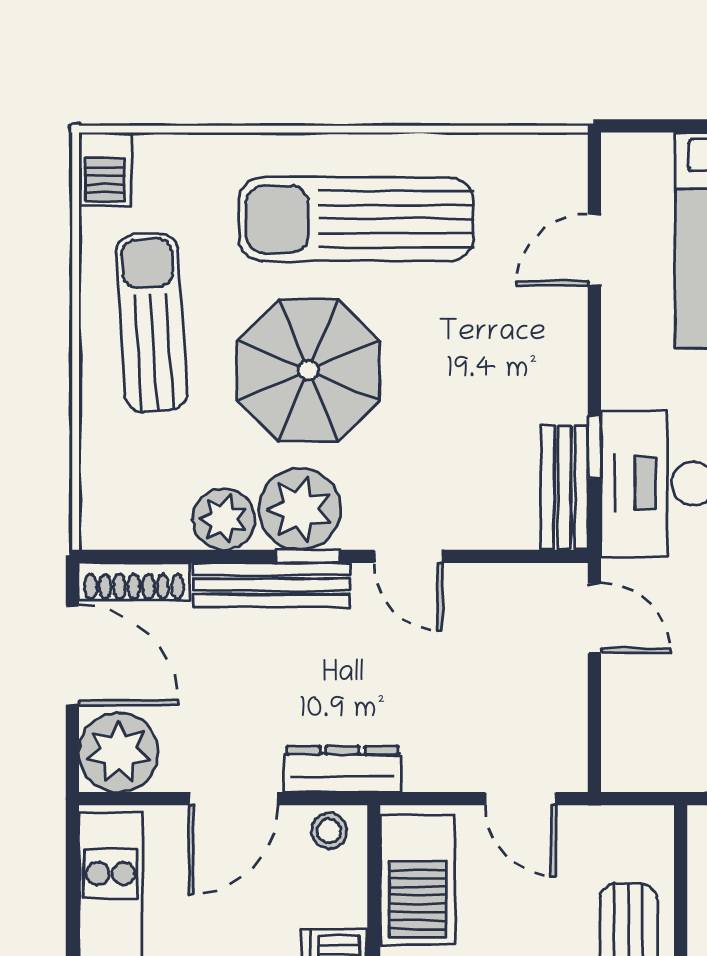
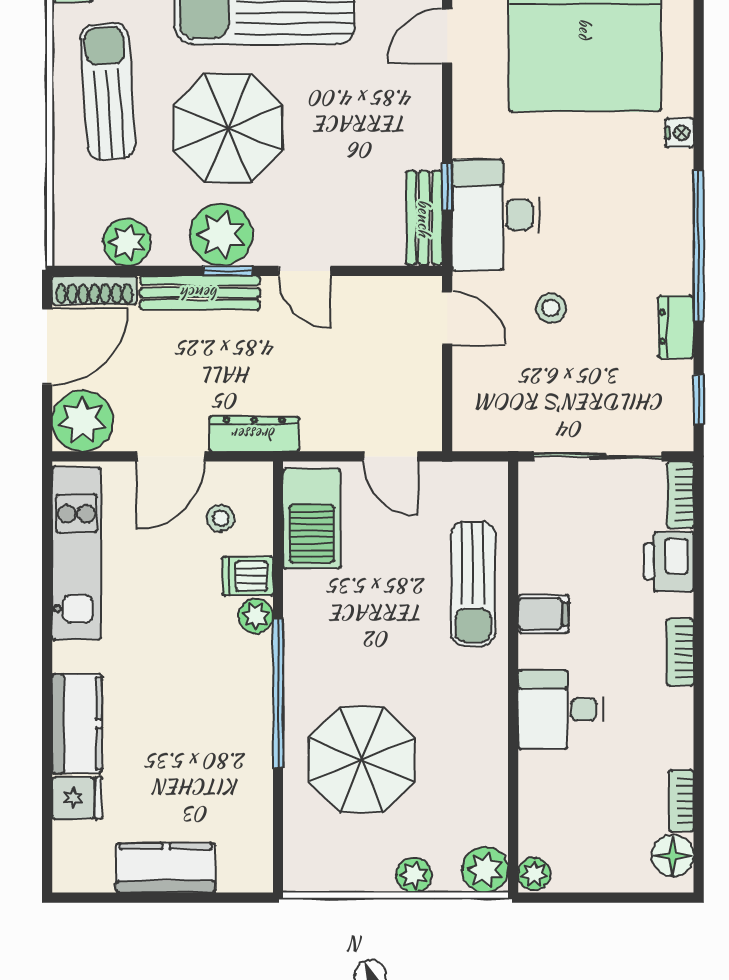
plant: (224, 519) -> (127, 242), moved
door: (72, 655) -> (47, 346), hinge flipped
stool: (329, 831) -> (221, 518), moved

